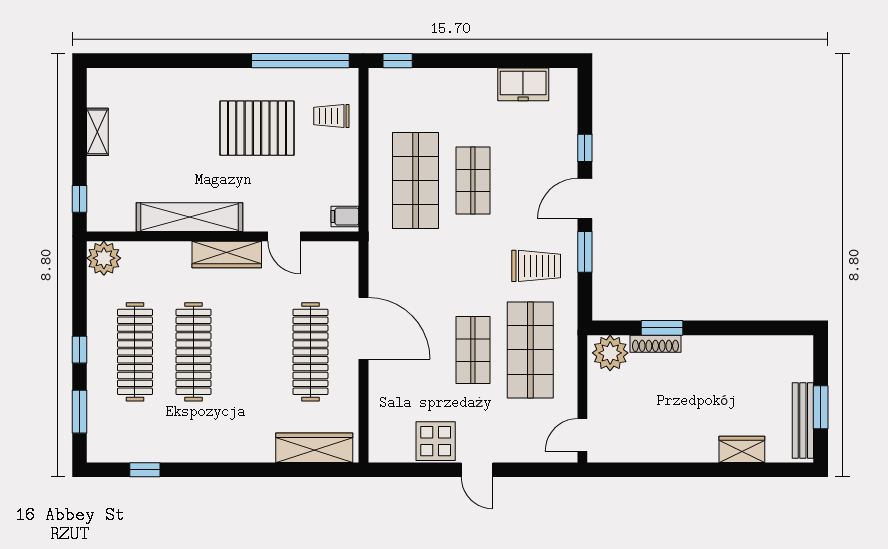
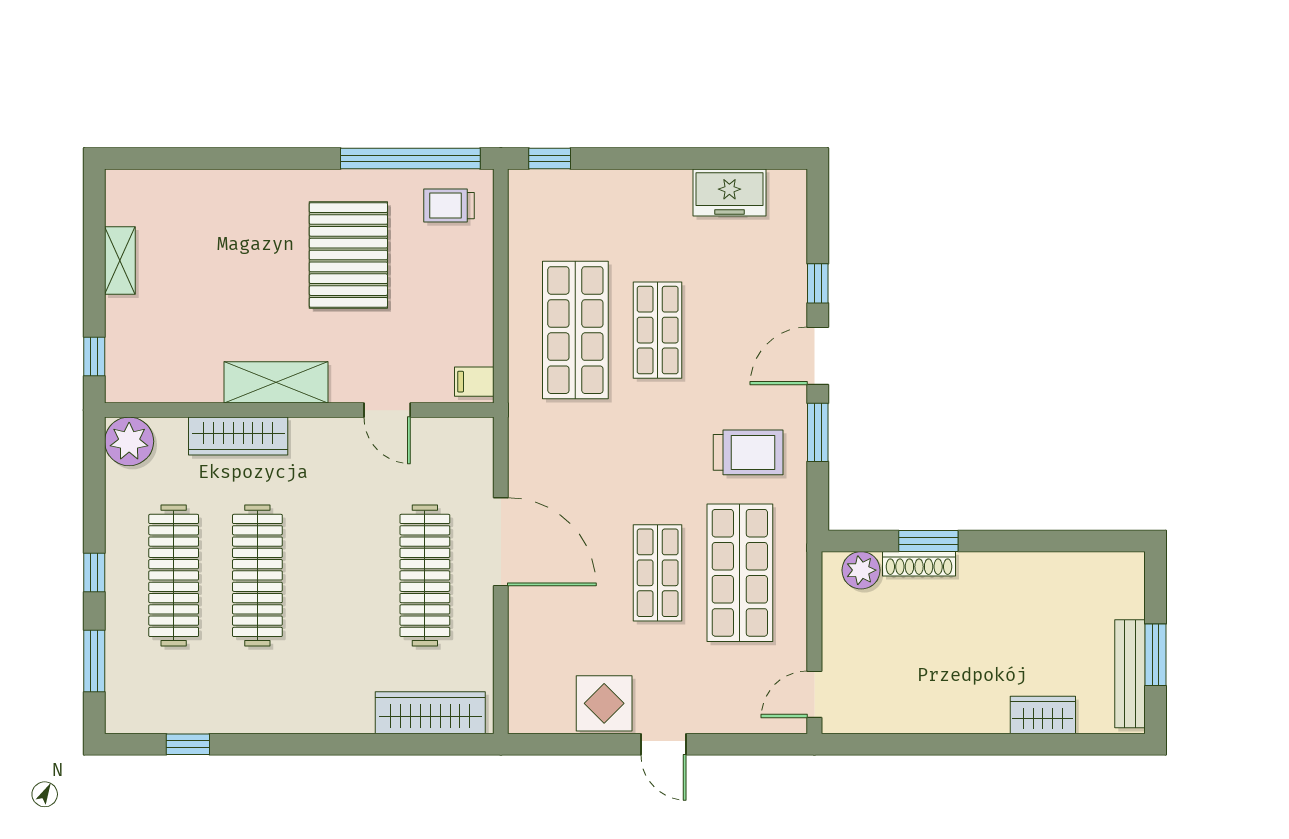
trolley: (331, 116) -> (449, 206), moved
pallet: (257, 128) -> (348, 255), turned 90
shelving: (189, 217) -> (276, 382), width x0.68
wardrobe: (227, 255) -> (238, 436), moved
plant: (610, 353) -> (861, 570), width x0.73, depth x0.73

